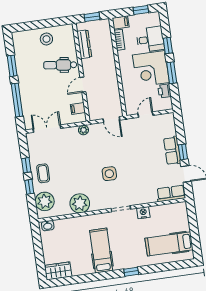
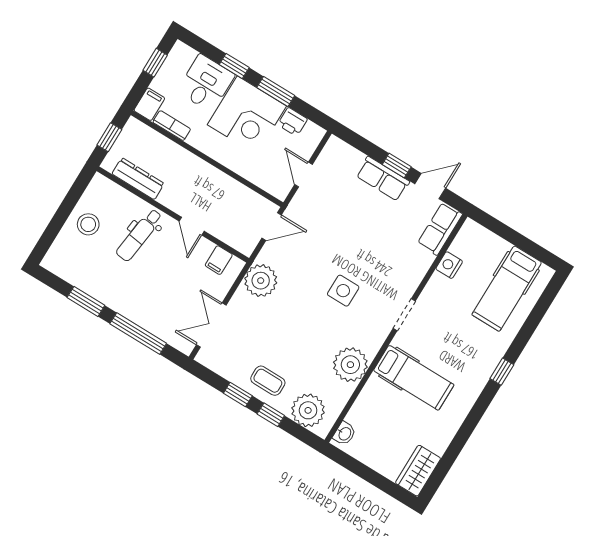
plant: (83, 130) -> (261, 281), width x1.88, depth x1.88
nightstand: (143, 213) -> (449, 265), moved
hospital bed: (101, 250) -> (414, 378), moved, turned 180

